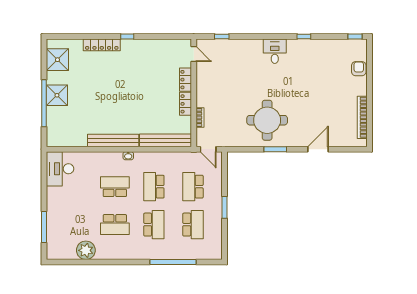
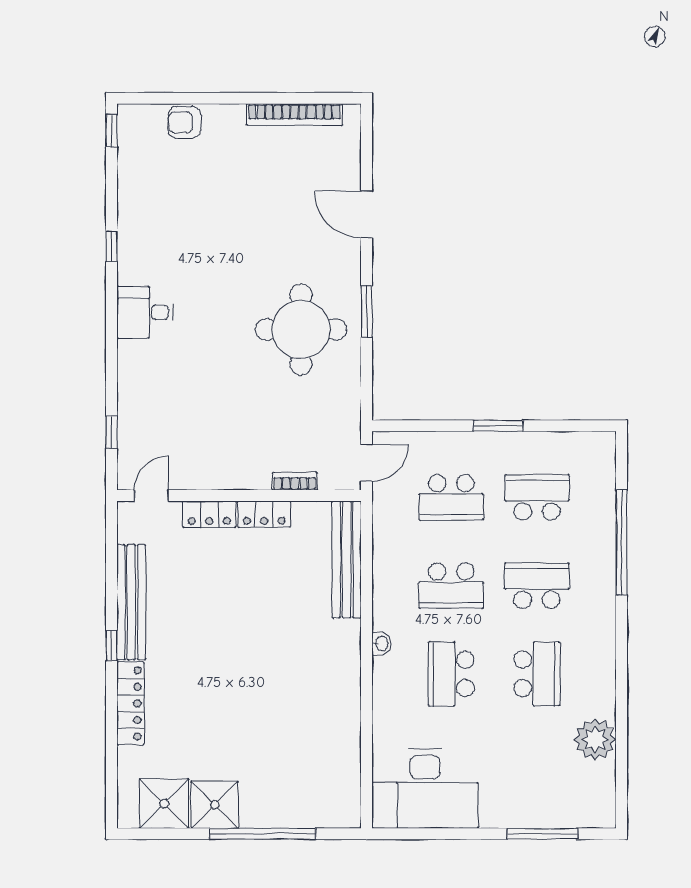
shower: (57, 95) -> (215, 805), moved
bench: (113, 140) -> (131, 602), moved
desk: (60, 169) -> (425, 789), width x1.36, depth x1.30

